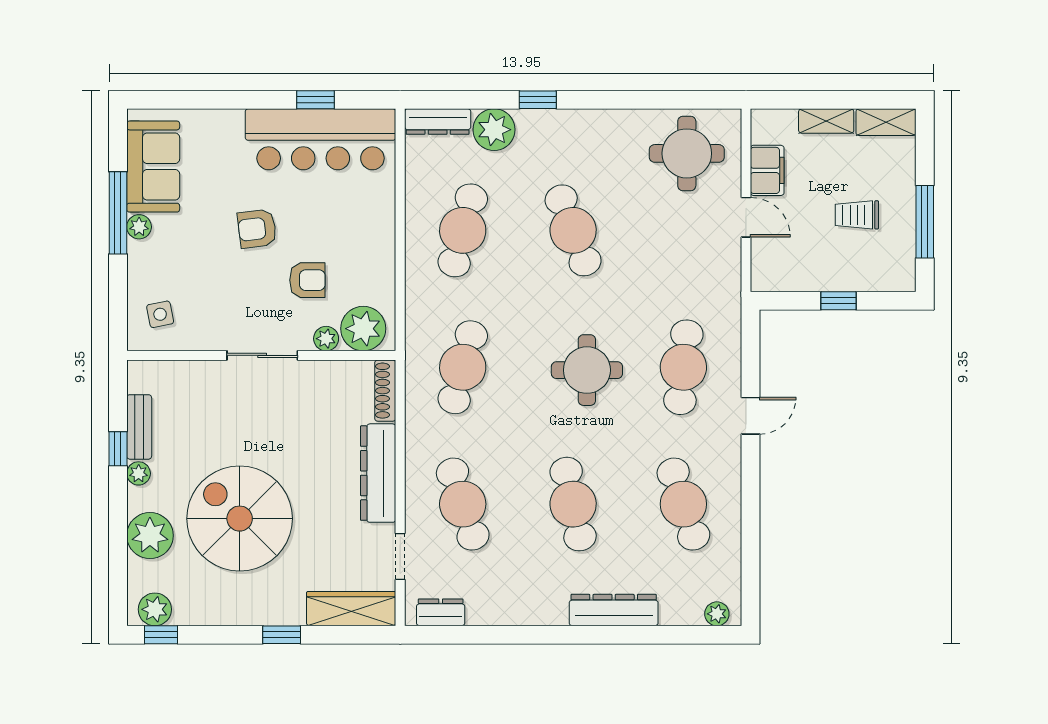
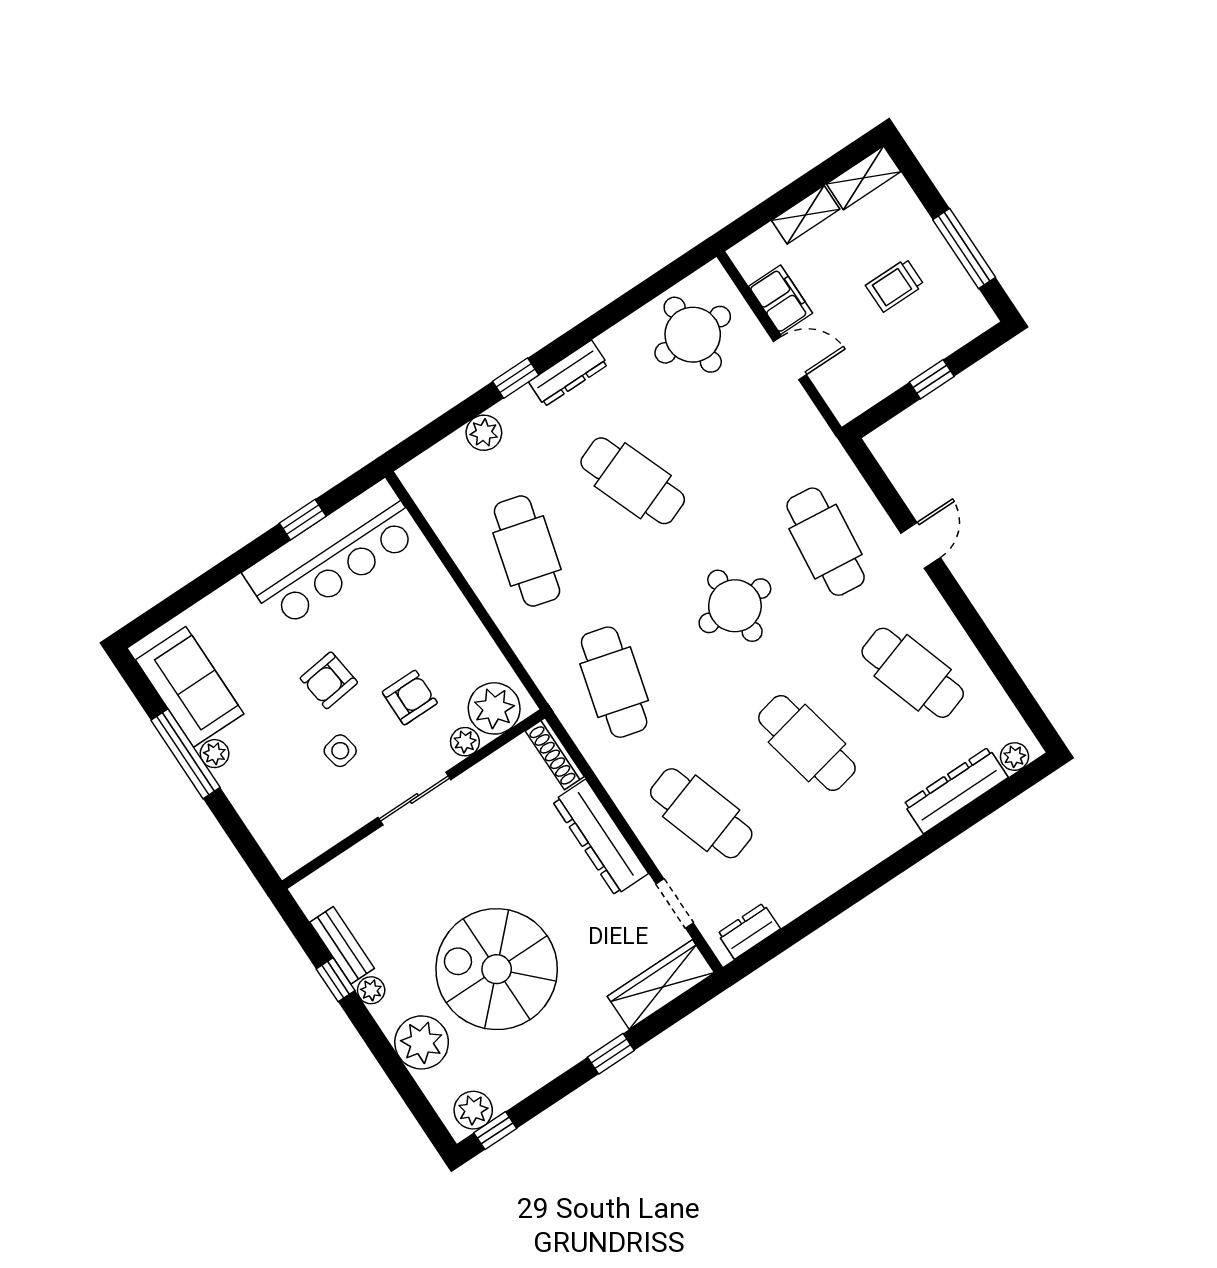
dresser: (438, 122) -> (568, 373), moved
plant: (494, 130) -> (484, 433), width x0.73, depth x0.73
side table: (160, 314) -> (340, 751), moved
dresser: (614, 610) -> (956, 790), moved

